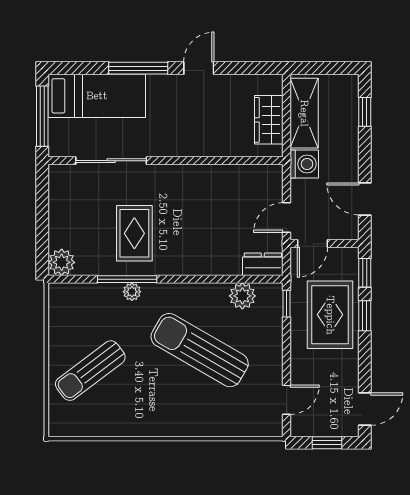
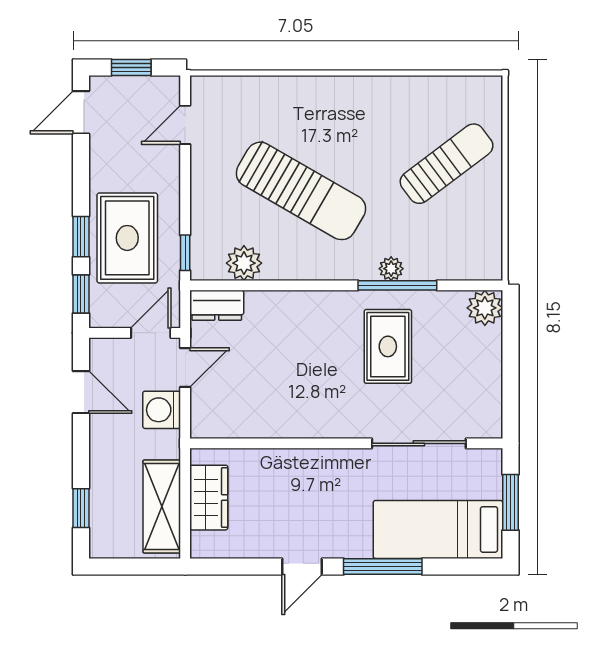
window: (42, 116) -> (510, 502), width x0.69
washing machine: (304, 164) -> (162, 410), moved

